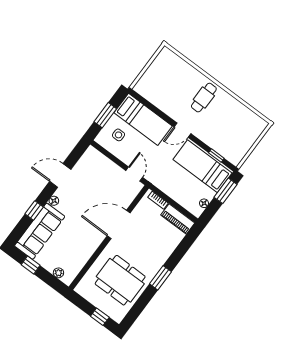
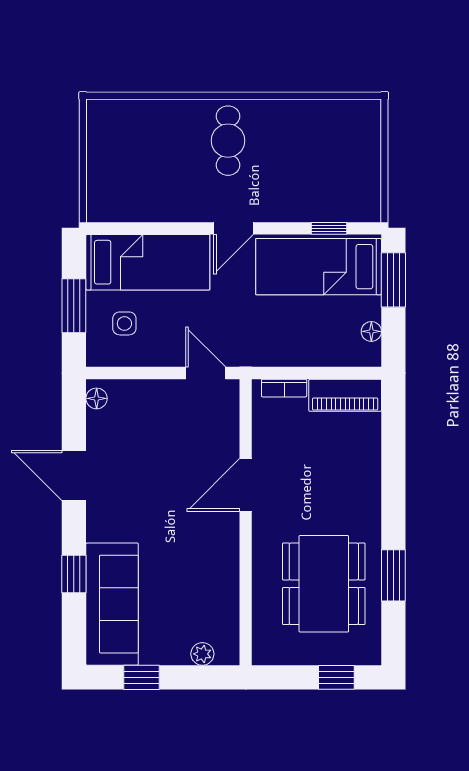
door: (60, 175) -> (74, 475), hinge flipped
floor lamp: (54, 201) -> (97, 398), moved
door: (119, 224) -> (246, 485), width x0.73
window: (160, 278) -> (393, 575), moved
dining table: (120, 280) -> (324, 584), turned 90

